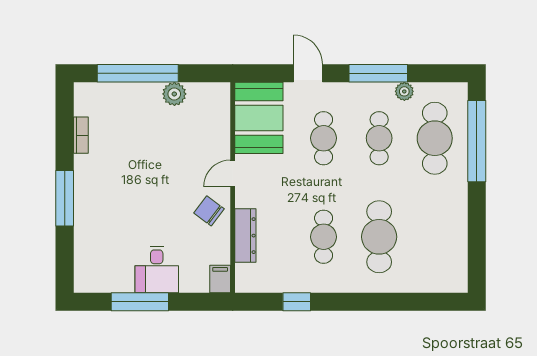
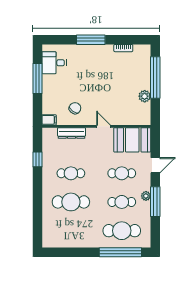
plant: (404, 91) -> (146, 196), moved
chair: (209, 211) -> (75, 108), moved
desk: (157, 269) -> (54, 63), moved

